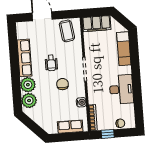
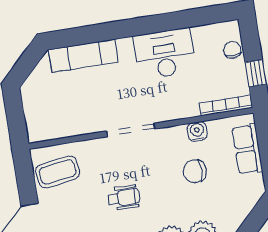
filing cabinet: (97, 24) -> (38, 114), removed
chair: (62, 84) -> (195, 171), moved

